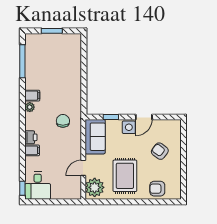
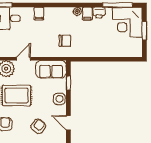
corner desk: (42, 50) -> (127, 22), added
door: (144, 117) -> (68, 123), moved
printer: (31, 137) -> (99, 12), moved
door: (83, 168) -> (23, 59), hinge flipped

